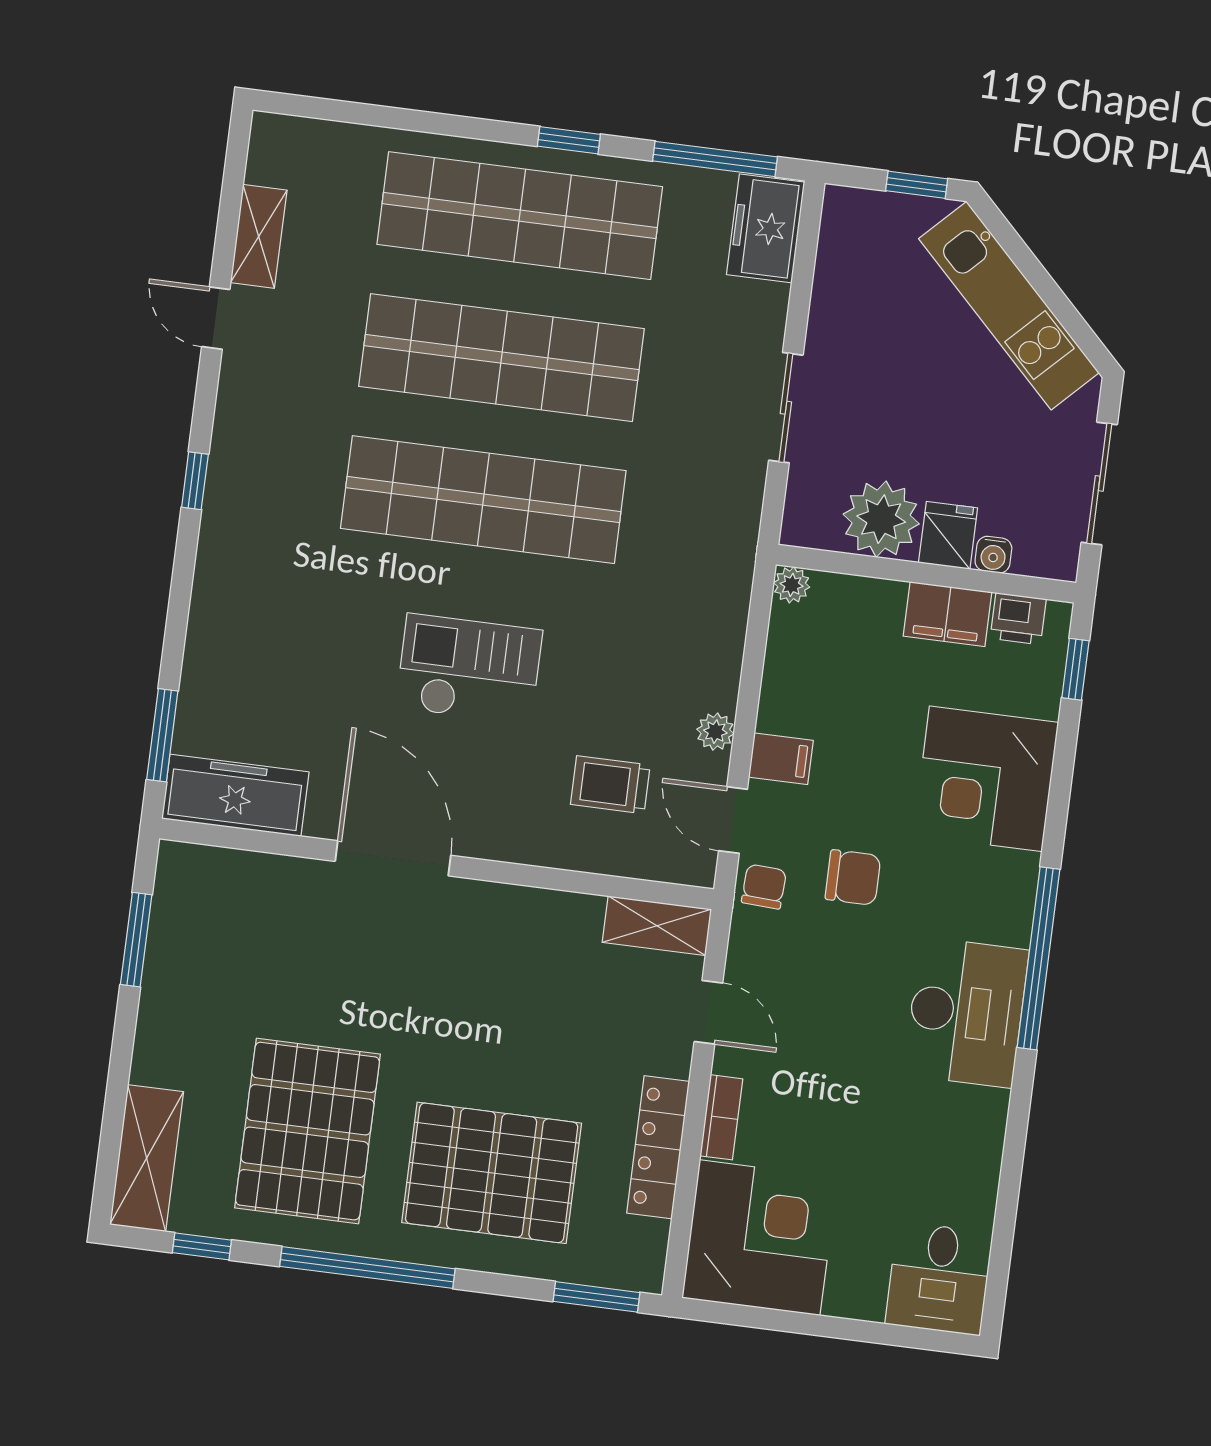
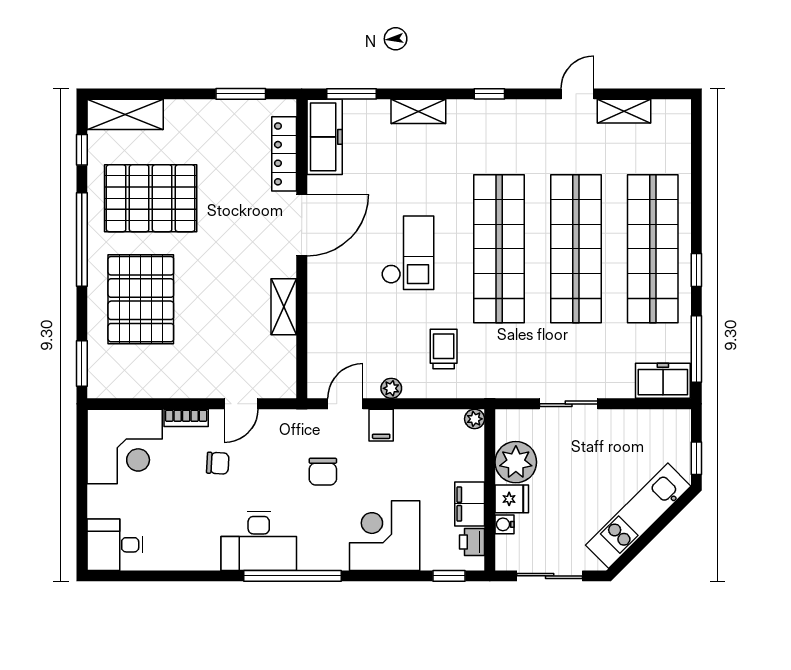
shelving: (211, 616) -> (418, 111), added
trolley: (610, 785) -> (444, 349), moved
chair: (764, 887) -> (218, 463), moved
shelving: (657, 926) -> (284, 307), moved
locker: (658, 1147) -> (284, 154), moved, turned -90

